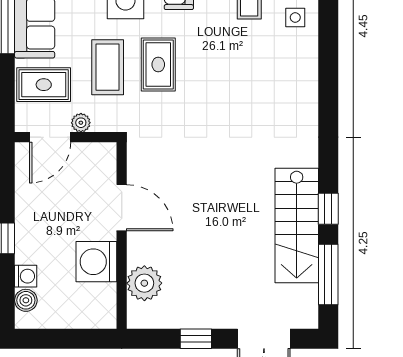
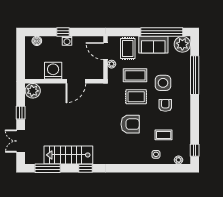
armchair: (223, 79) -> (130, 124), added
window: (328, 209) -> (86, 168), moved
washing machine: (26, 276) -> (67, 41), moved
plant: (144, 283) -> (33, 91), moved

